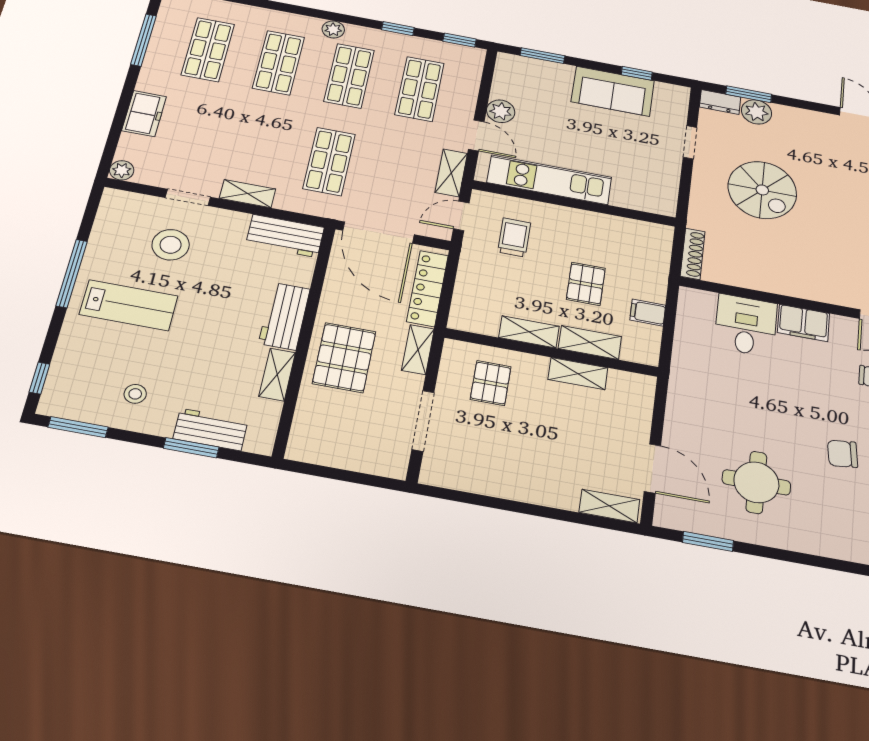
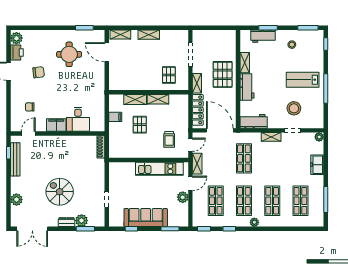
sofa: (613, 91) -> (146, 217), width x1.36
dresser: (720, 102) -> (66, 222), moved
door: (476, 135) -> (190, 183), swing flipped
spiral stairs: (762, 190) -> (60, 192), moved
shelving: (578, 374) -> (149, 35), moved

